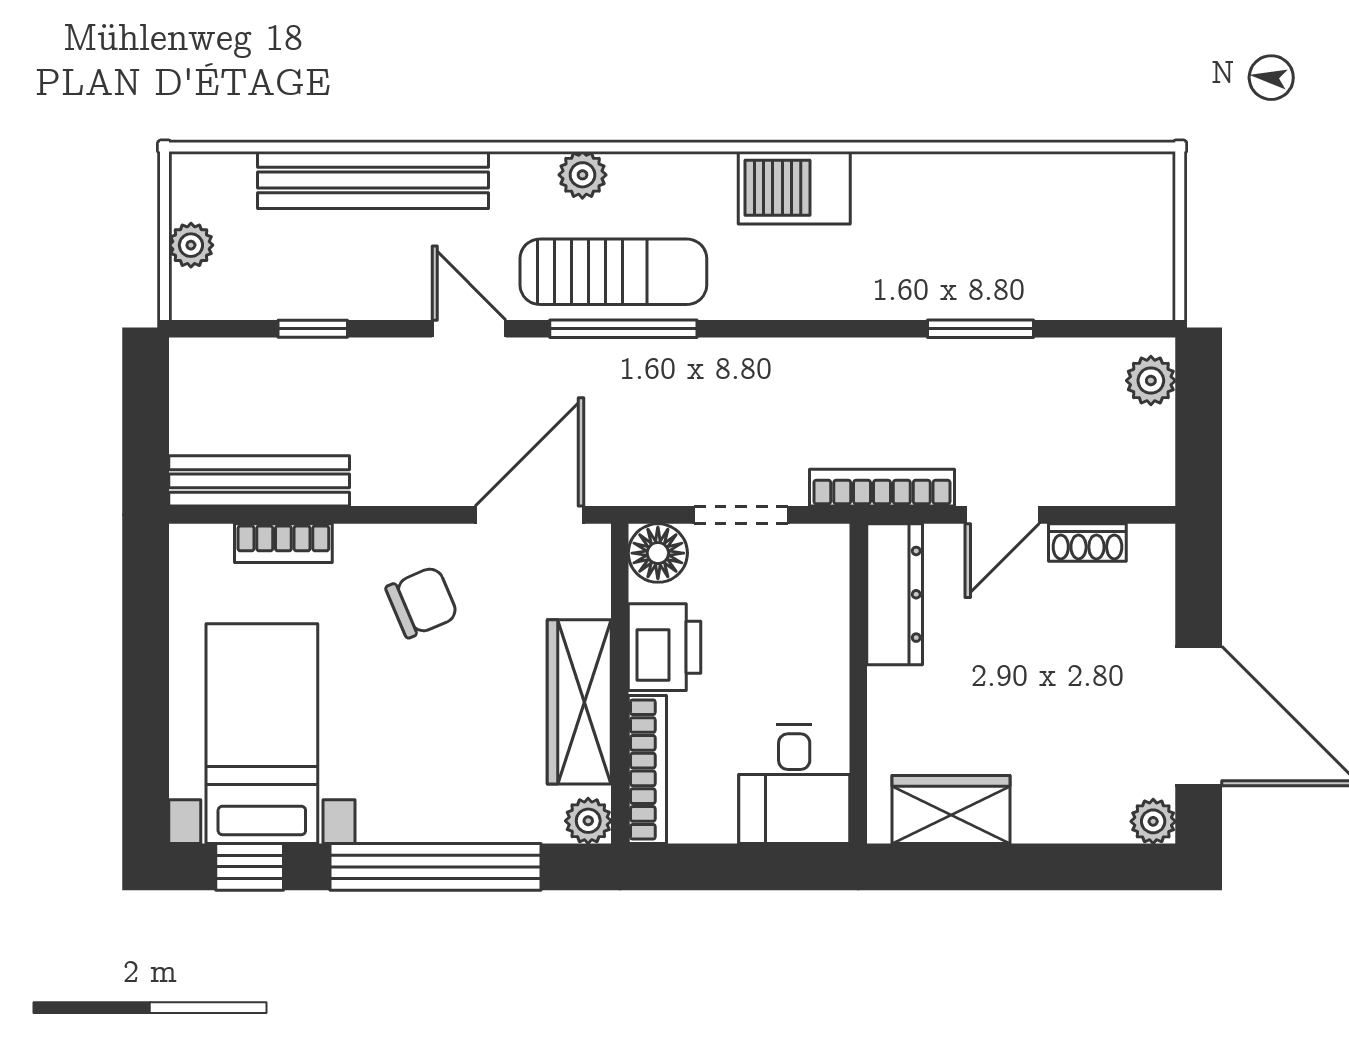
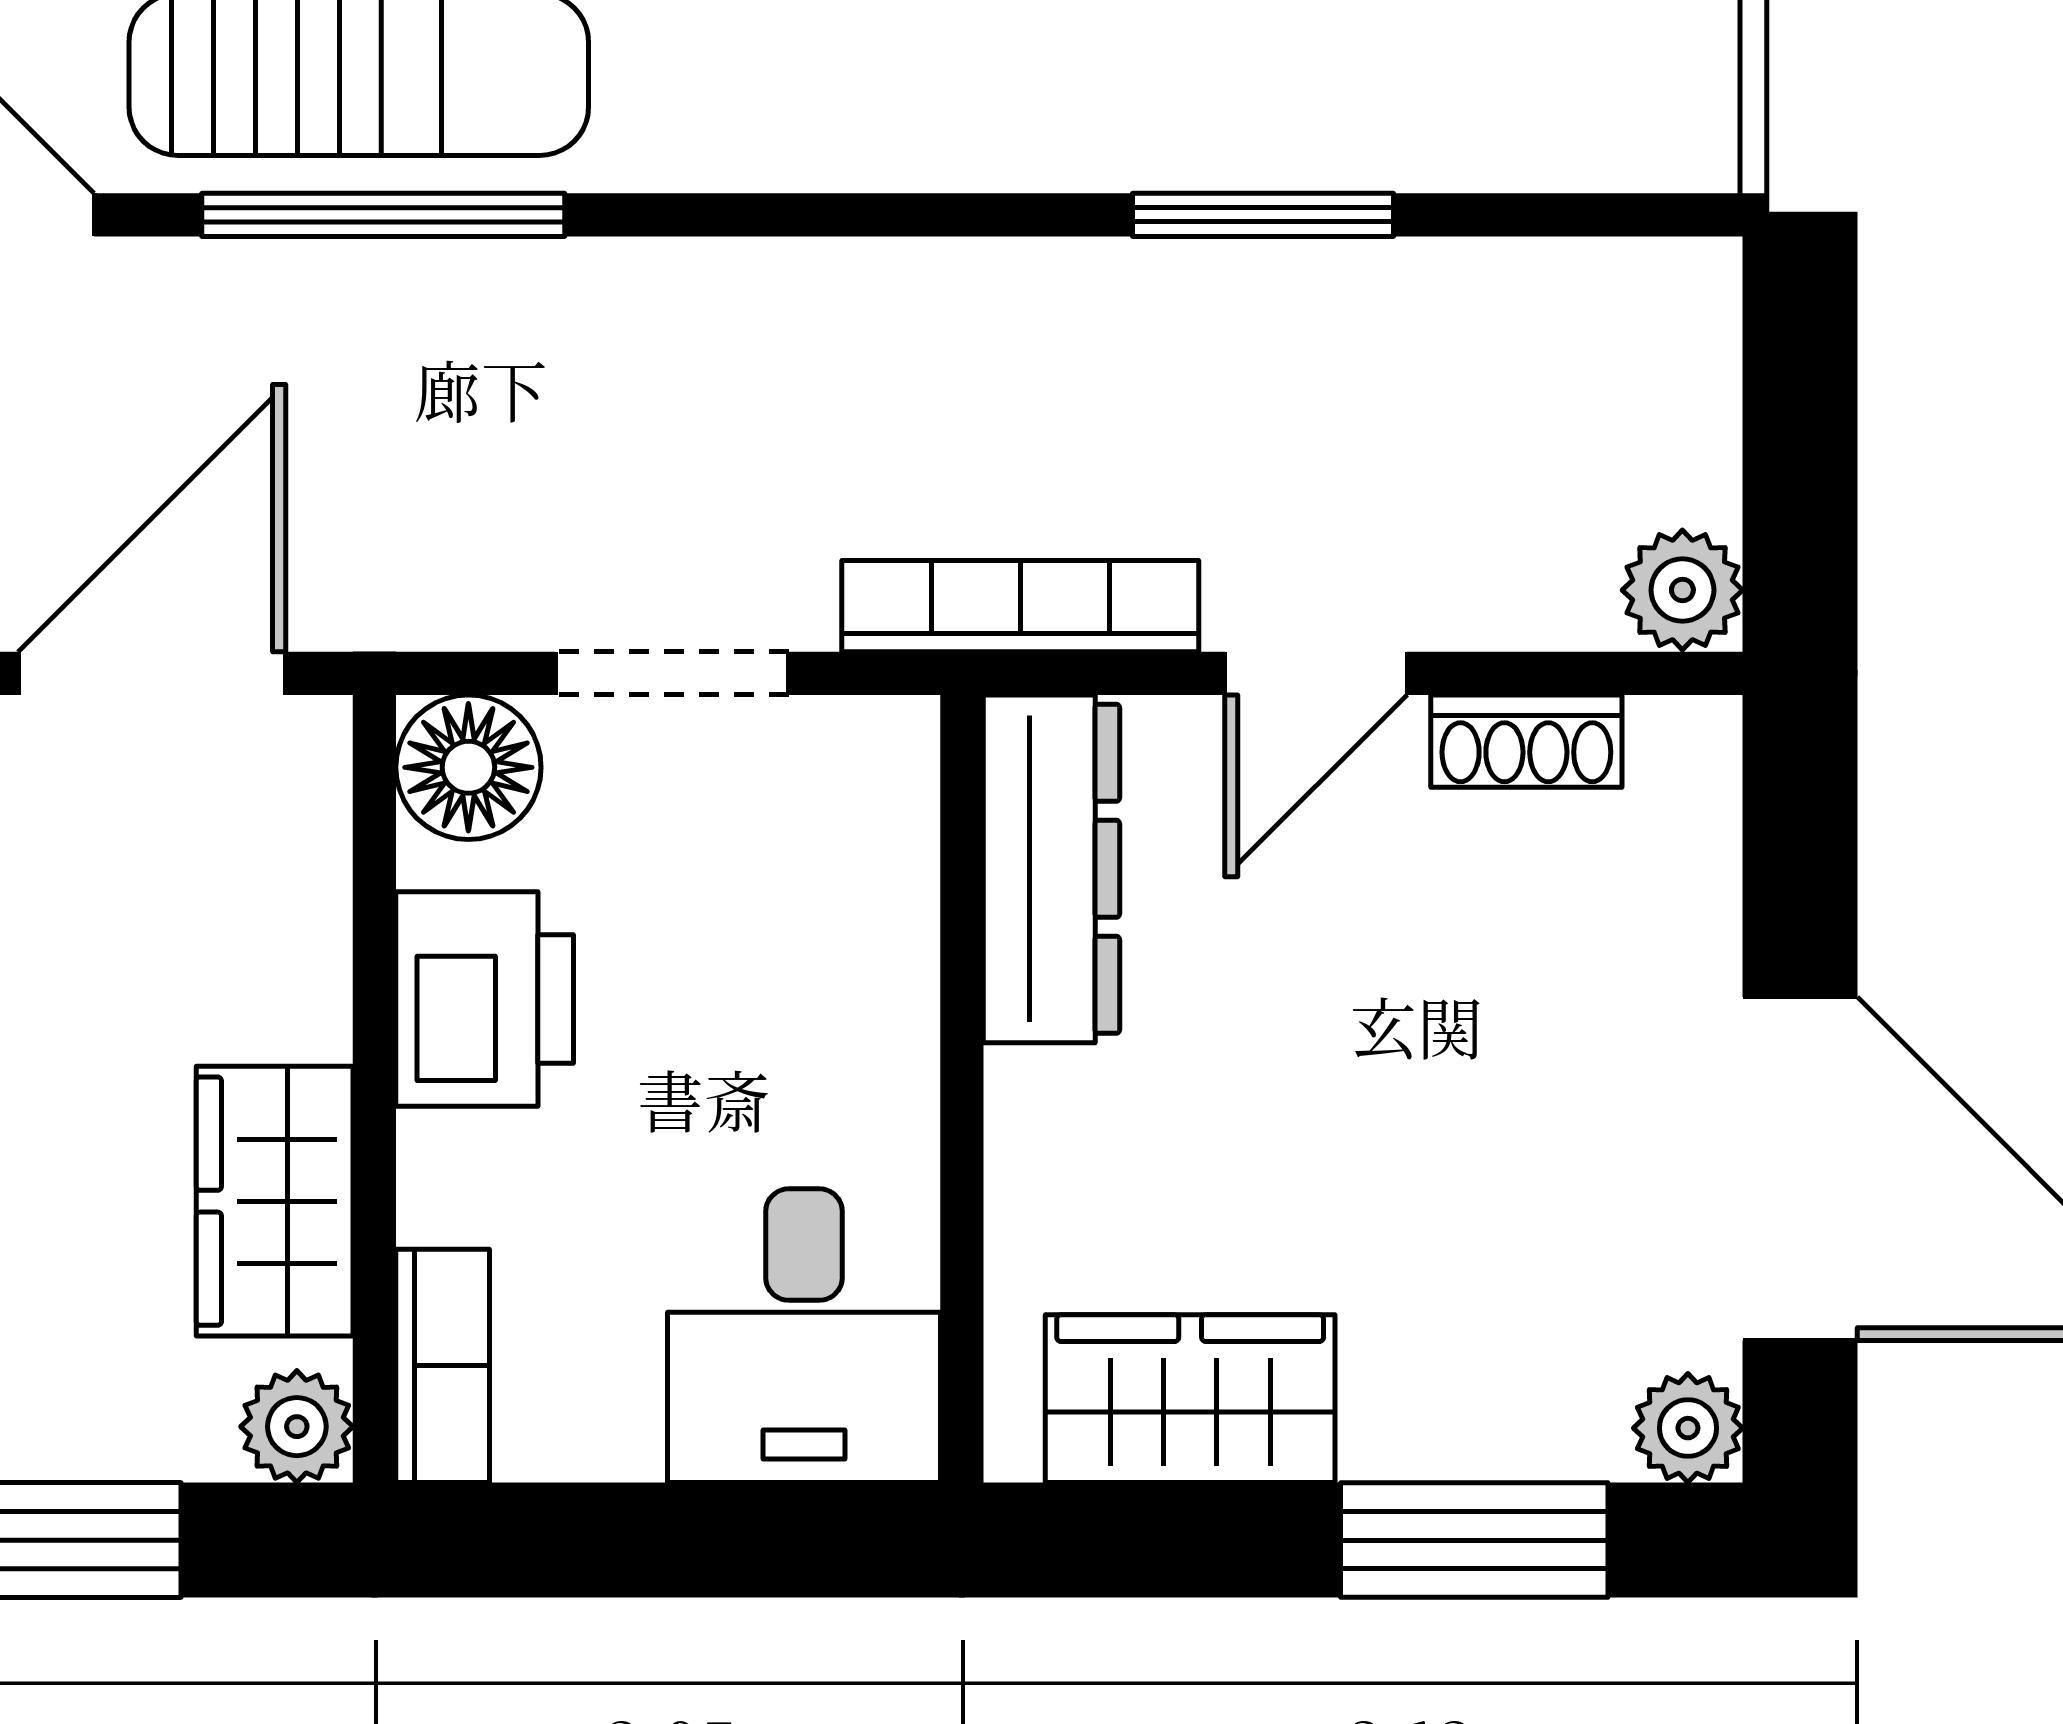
plant: (1151, 381) -> (1682, 590), moved
wardrobe: (579, 702) -> (275, 1201), width x0.67
bookcase: (647, 769) -> (443, 1366), width x0.64
window: (1066, 867) -> (1474, 1540), added

